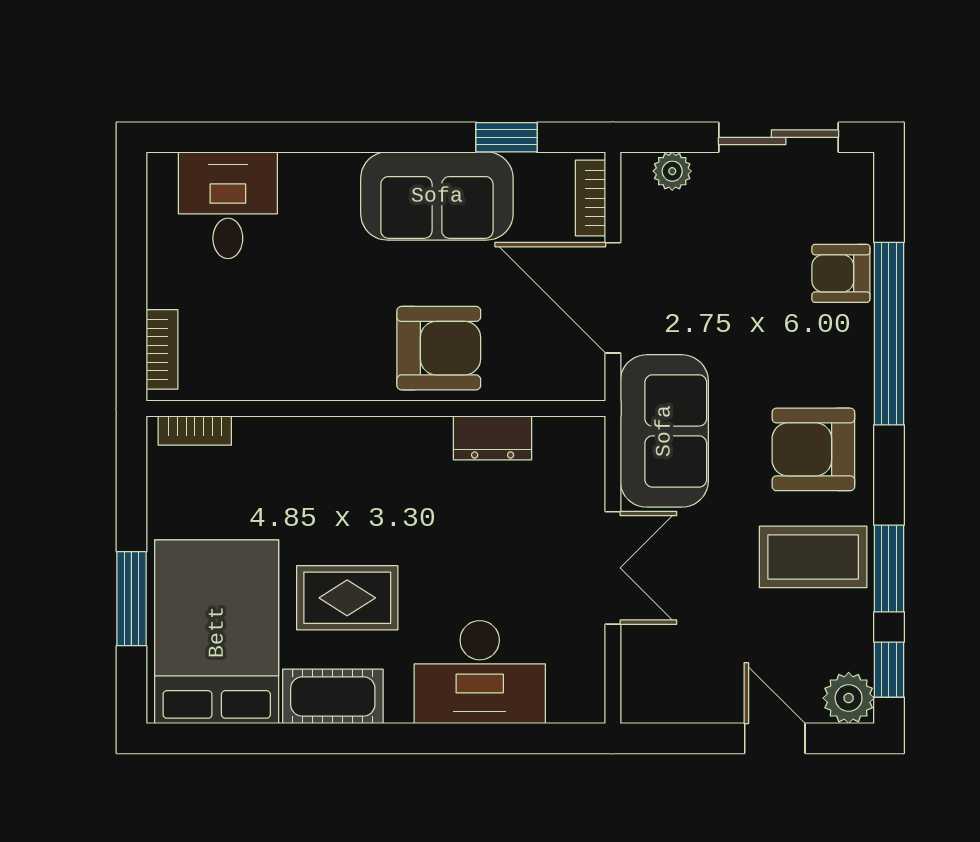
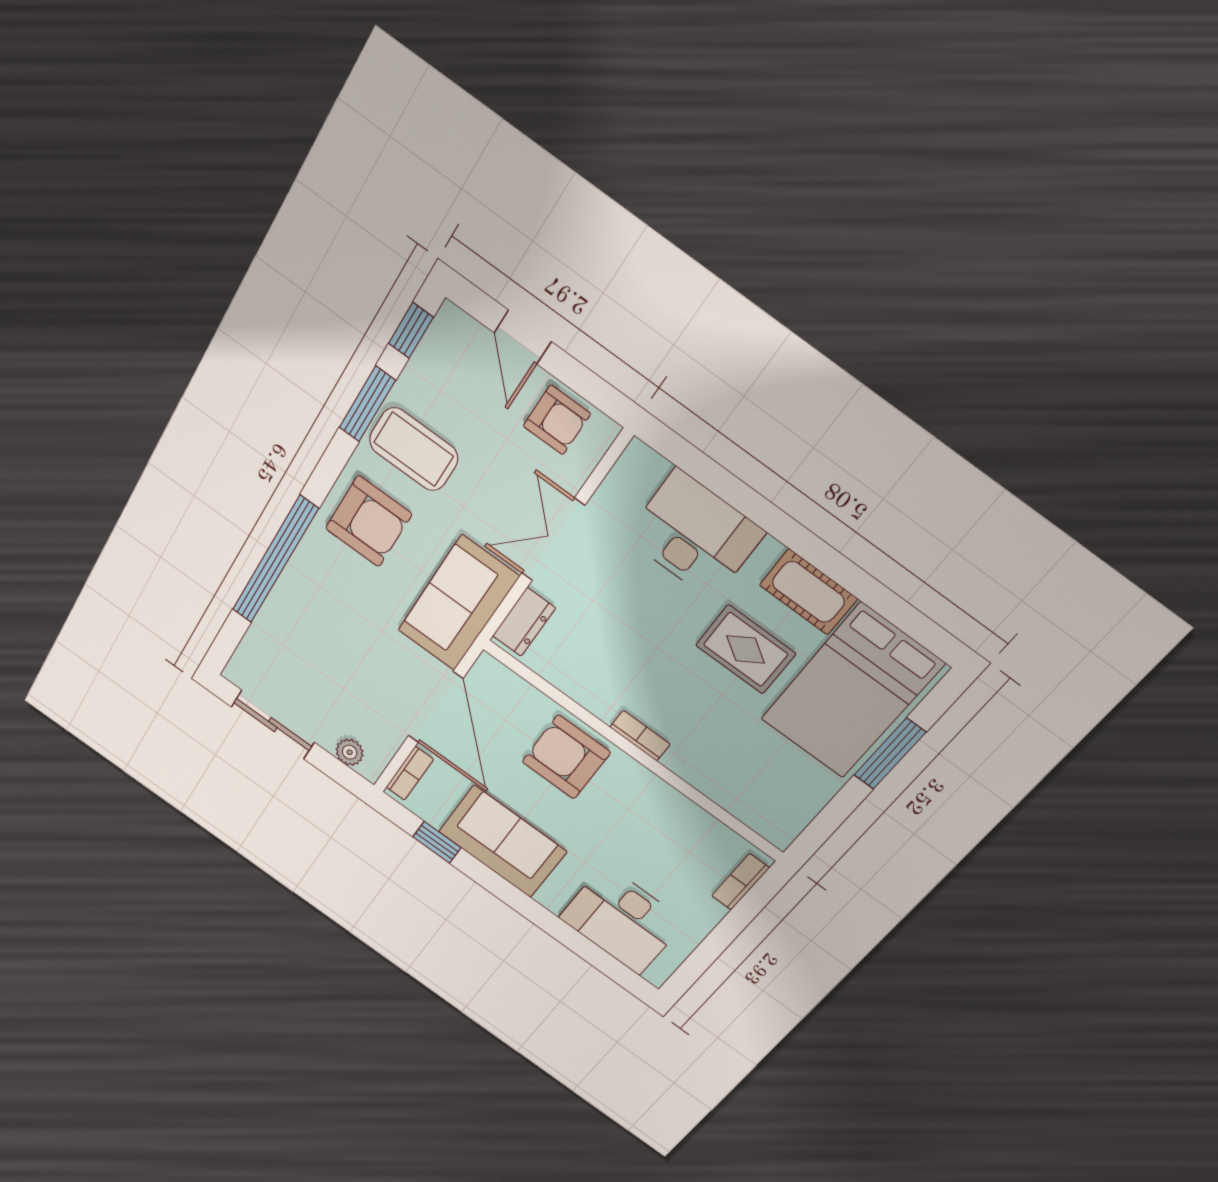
desk: (228, 205) -> (622, 920), width x1.37
armchair: (841, 273) -> (557, 420), moved
bookcase: (195, 430) -> (640, 736), moved
dresser: (493, 438) -> (524, 622), moved, turned 90
plant: (849, 698) -> (452, 330), removed

